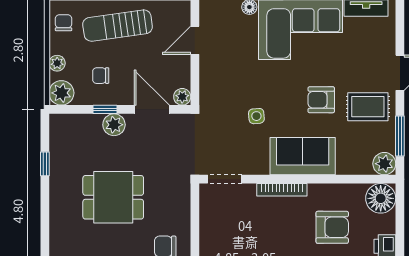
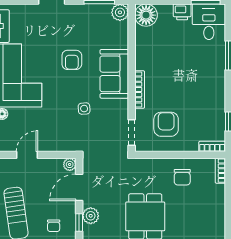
door: (195, 40) -> (27, 155), swing flipped
rug: (368, 107) -> (77, 25), removed
armchair: (332, 227) -> (166, 124), moved

